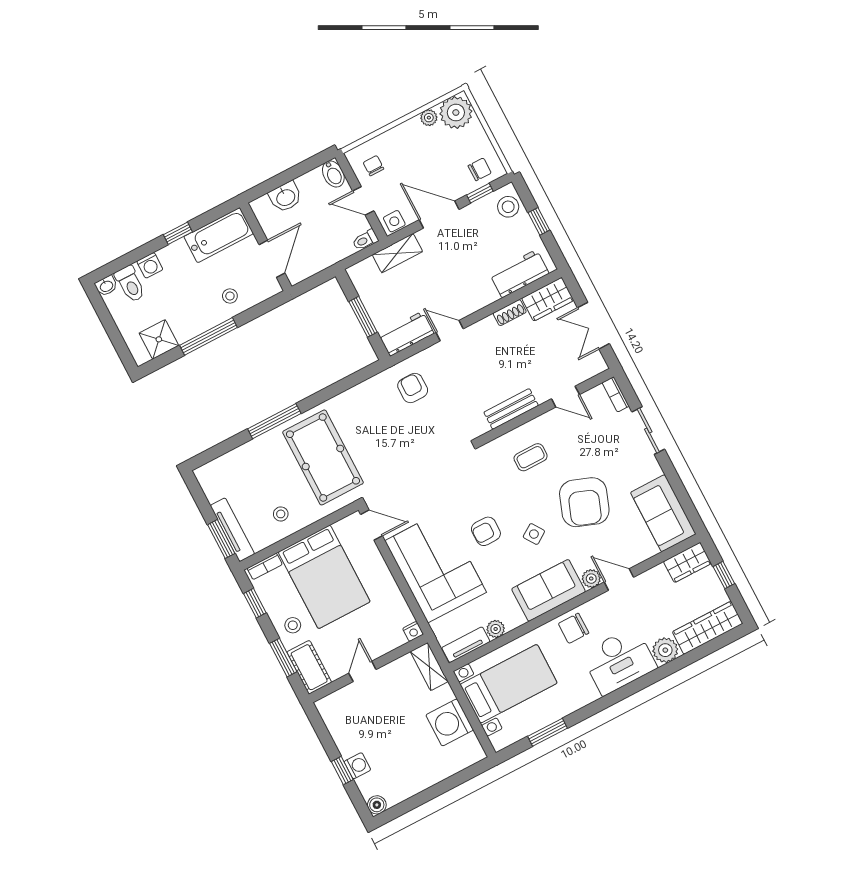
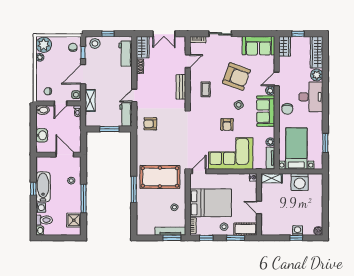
bathtub: (219, 235) -> (43, 187), moved

